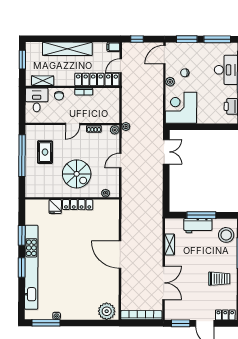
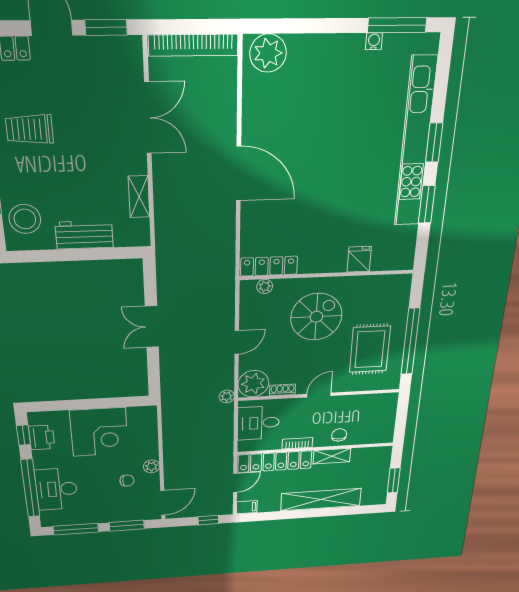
shelving: (43, 81) -> (332, 456), moved
desk: (37, 100) -> (258, 423), moved, turned 90
corner desk: (181, 108) -> (99, 432), moved
plant: (115, 130) -> (253, 384), width x1.87, depth x1.87
rug: (45, 152) -> (370, 349), width x1.36, depth x1.43
double door: (166, 152) -> (152, 327), moved
spiral stairs: (77, 174) -> (316, 317), turned 90
locker: (78, 205) -> (269, 266), moved
window: (201, 215) -> (79, 255), removed
double door: (164, 283) -> (148, 118), swing flipped

